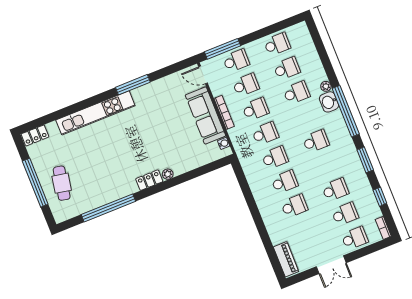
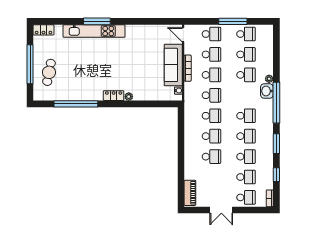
window: (223, 49) -> (233, 21), moved
window: (133, 85) -> (97, 21), moved
school desk: (326, 165) -> (246, 136), added

